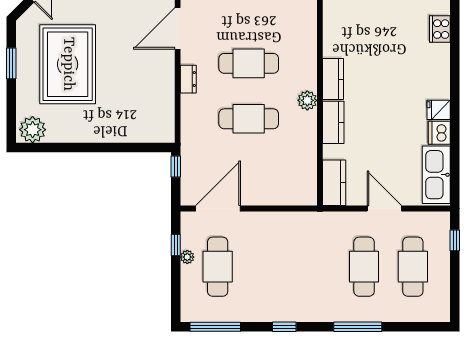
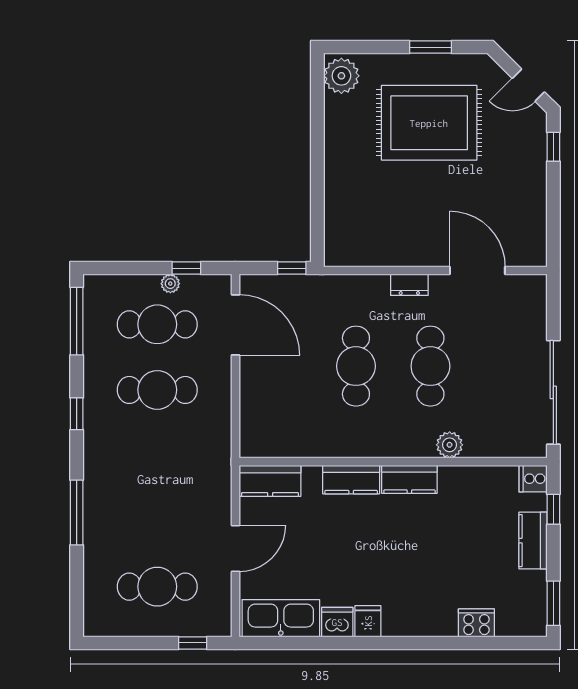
plant: (307, 100) -> (450, 445), moved
cafe table: (364, 267) -> (157, 390), moved

